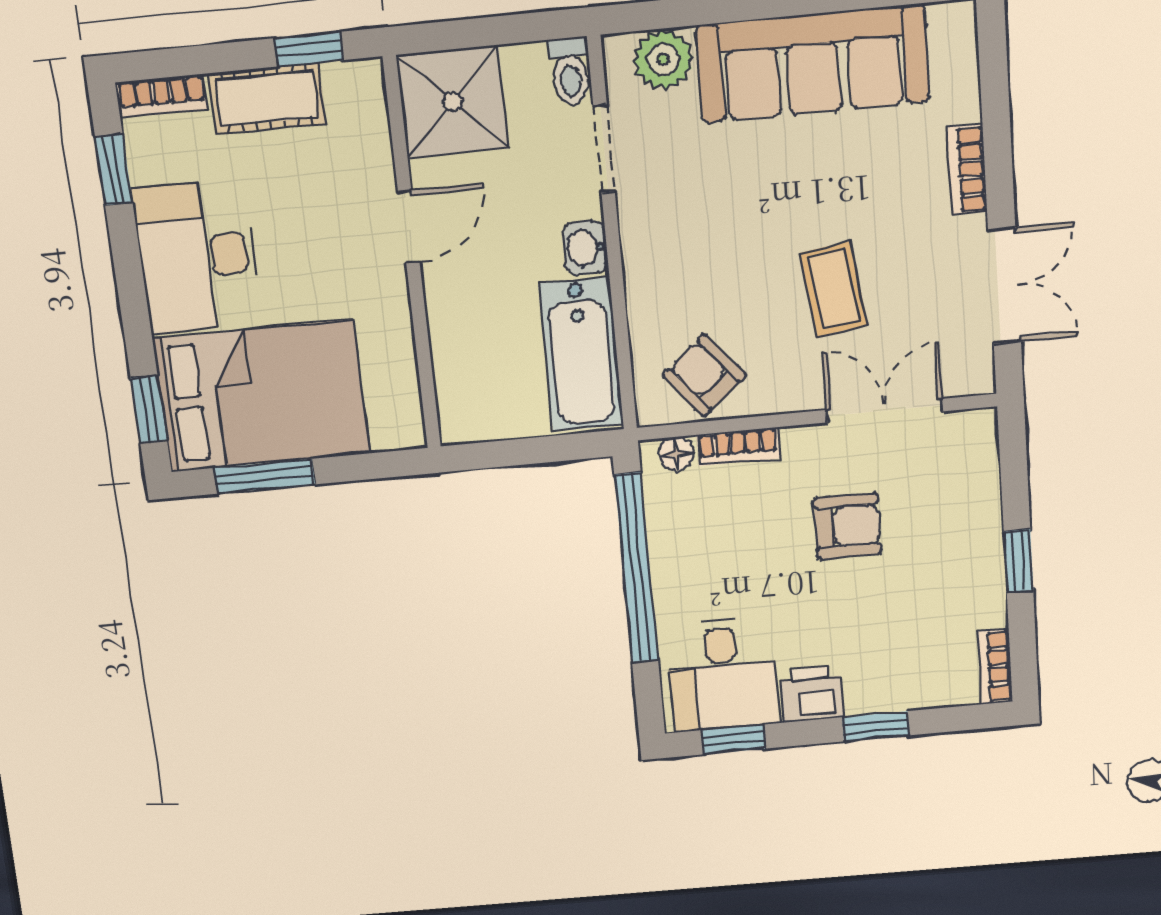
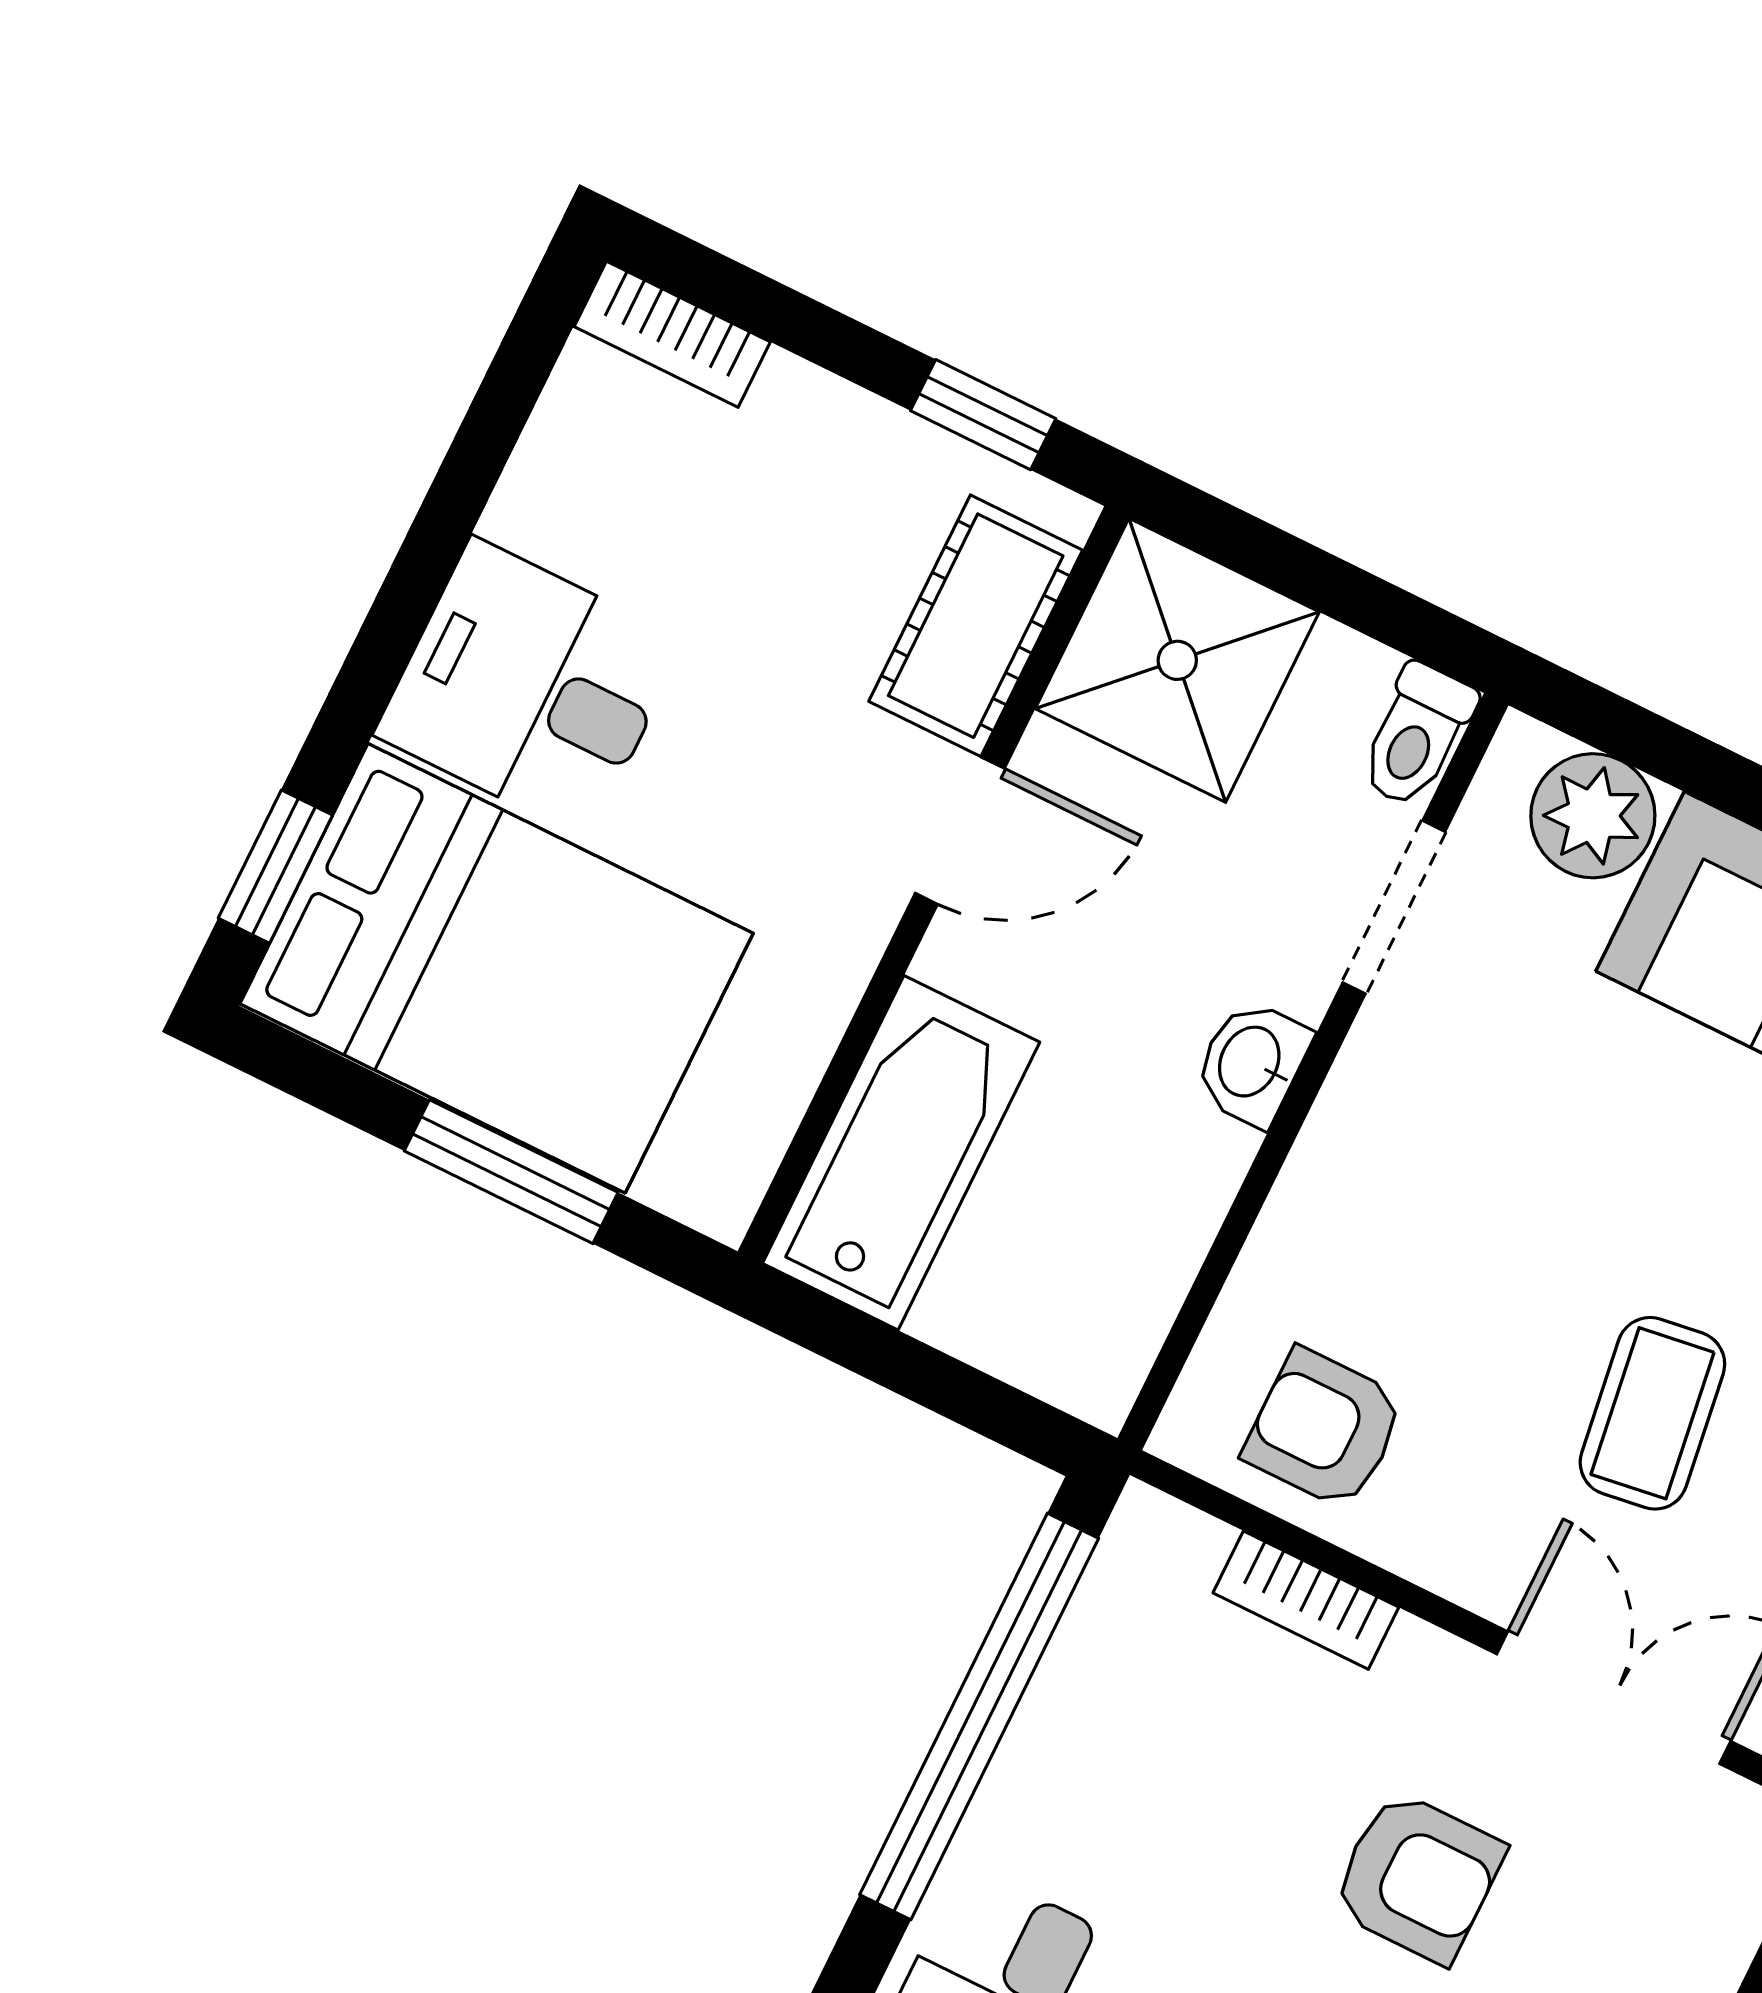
cot: (267, 99) -> (976, 626), moved, turned 90
window: (114, 170) -> (502, 407), removed
desk: (198, 257) -> (530, 688), width x0.73
bathtub: (581, 355) -> (901, 1153), moved, turned 180
armchair: (704, 376) -> (1324, 1429), turned -50
floor lamp: (676, 454) -> (1185, 1544), removed
window: (265, 476) -> (511, 1172), moved

